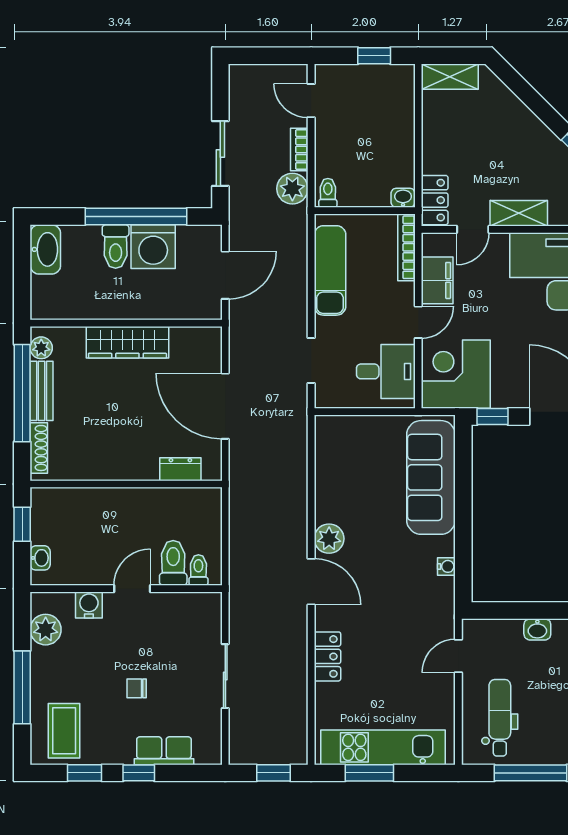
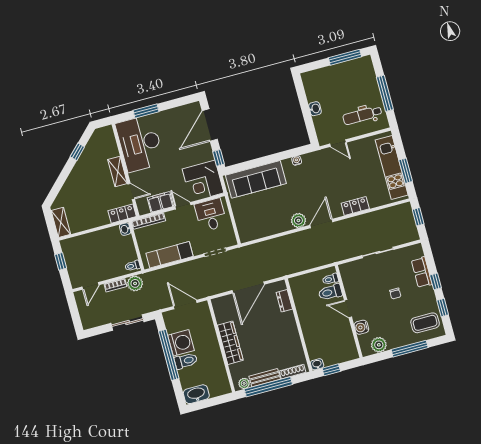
washbasin: (40, 558) -> (317, 364), moved

